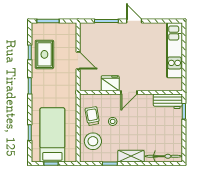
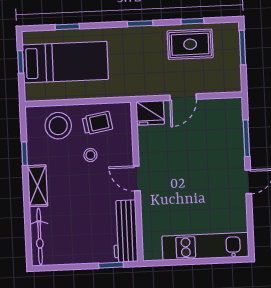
fridge: (110, 83) -> (150, 113), moved, turned 90
workbench: (168, 101) -> (125, 231), width x1.38

